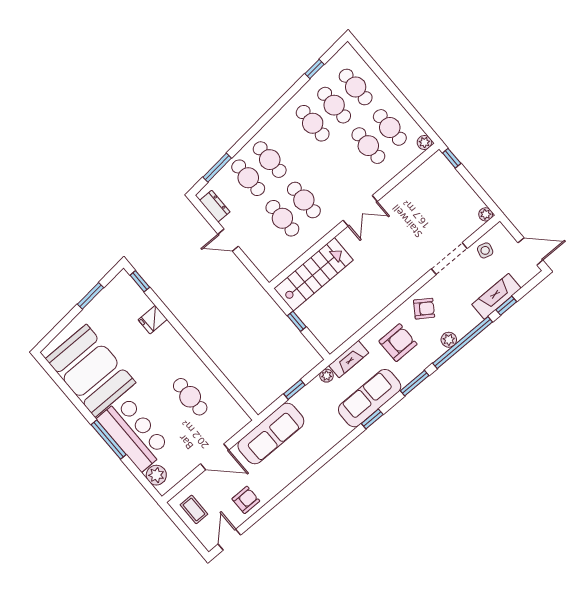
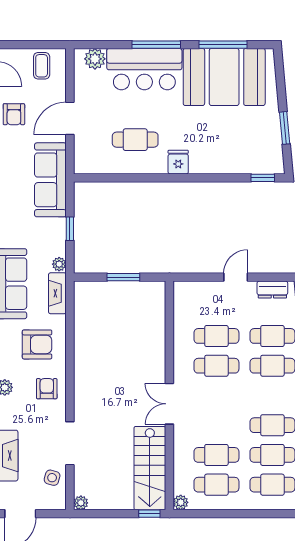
stairs: (314, 274) -> (150, 468), moved
armchair: (424, 309) -> (47, 389), turned 146
fridge: (153, 320) -> (178, 162), moved
window: (297, 321) -> (123, 277), width x1.50
armchair: (398, 343) -> (37, 344), turned -90
window: (68, 391) -> (223, 45), added
coffee table: (194, 509) -> (42, 66), turned 90

